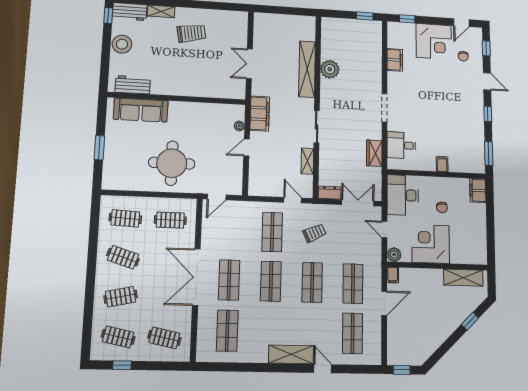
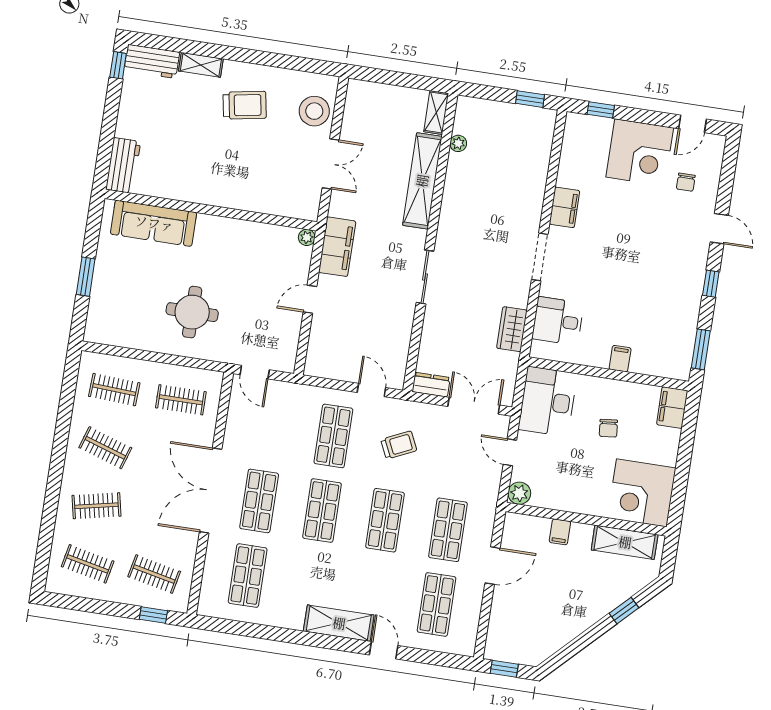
stool: (122, 44) -> (314, 111), moved
window: (486, 48) -> (728, 172), removed
filing cabinet: (395, 60) -> (564, 207), moved
double door: (249, 64) -> (331, 164), swing flipped
plant: (330, 69) -> (458, 143), moved, width x0.53, depth x0.53
workbench: (133, 85) -> (123, 165), moved, turned 90
plant: (239, 126) -> (307, 237), moved
shelving: (307, 161) -> (436, 112), moved
round table: (172, 163) -> (192, 312), width x0.73, depth x0.73
door: (217, 197) -> (255, 372), hinge flipped
corner desk: (431, 244) -> (642, 493), moved, turned -90
filing cabinet: (393, 275) -> (560, 532), moved
window: (122, 365) -> (153, 615), moved

